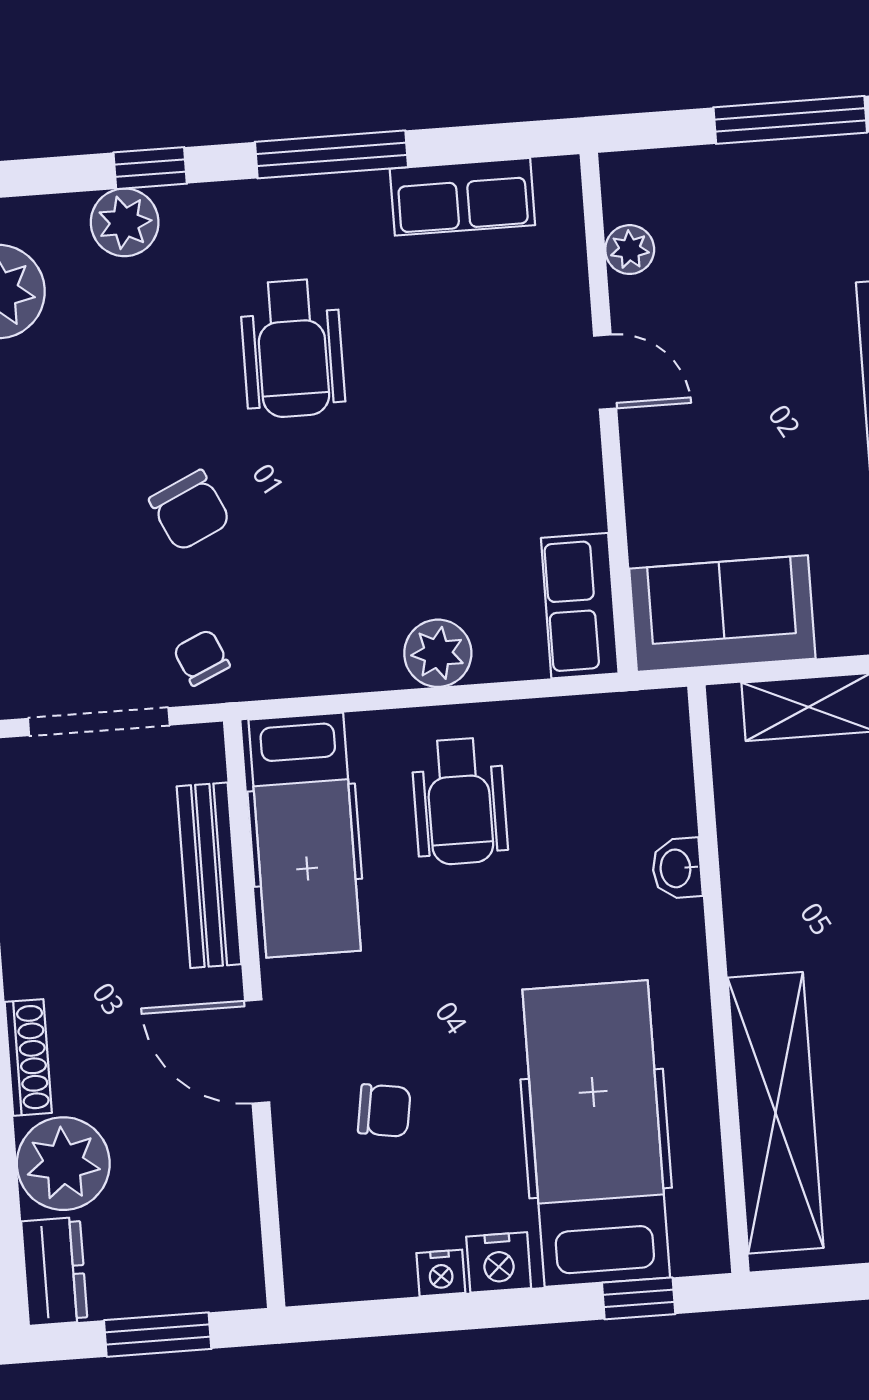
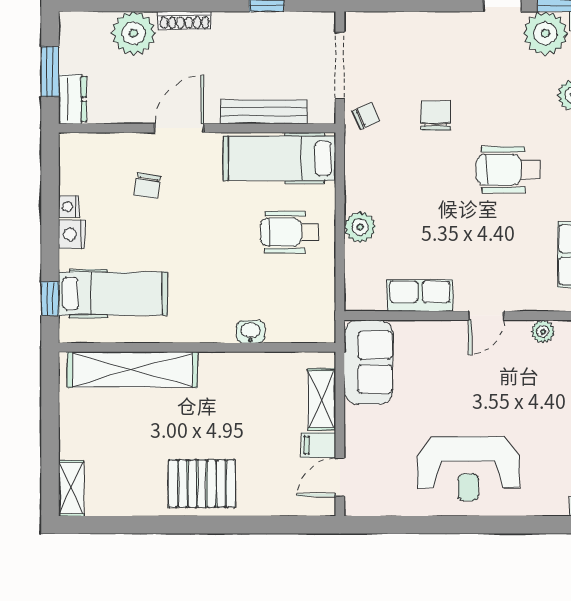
chair: (190, 511) -> (436, 116), turned 115
row of seats: (580, 606) -> (420, 295), moved
hospital bed: (596, 1134) -> (113, 294), width x0.73, depth x0.78
dresser: (54, 1271) -> (72, 99), moved, turned -90

